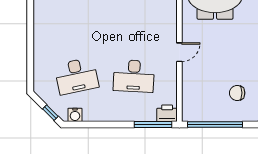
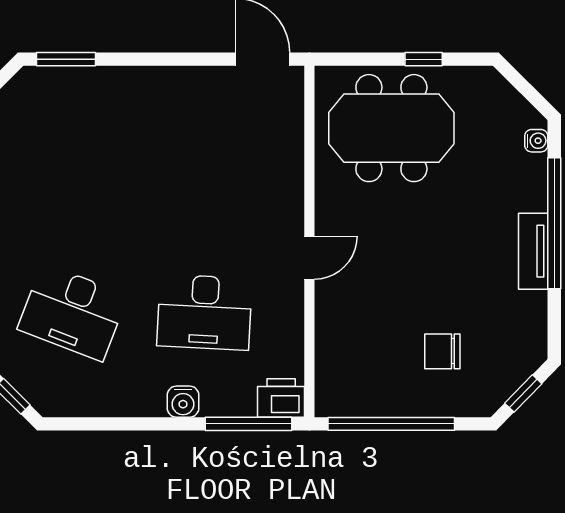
desk: (77, 76) -> (73, 312), turned 33
water cooler: (75, 115) -> (183, 402), moved

